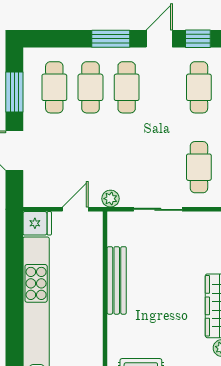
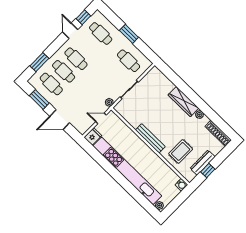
window: (111, 39) -> (39, 62), moved
door: (75, 209) -> (101, 118), hinge flipped
bench: (117, 280) -> (150, 138), moved

